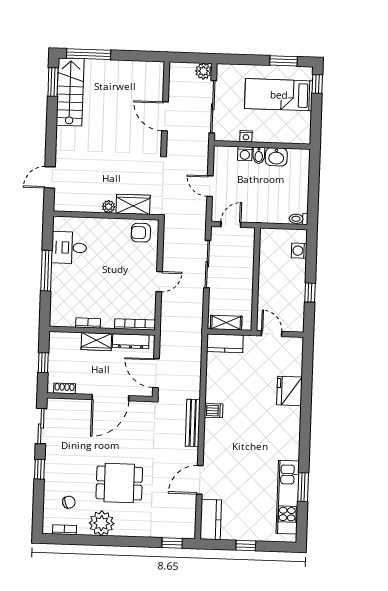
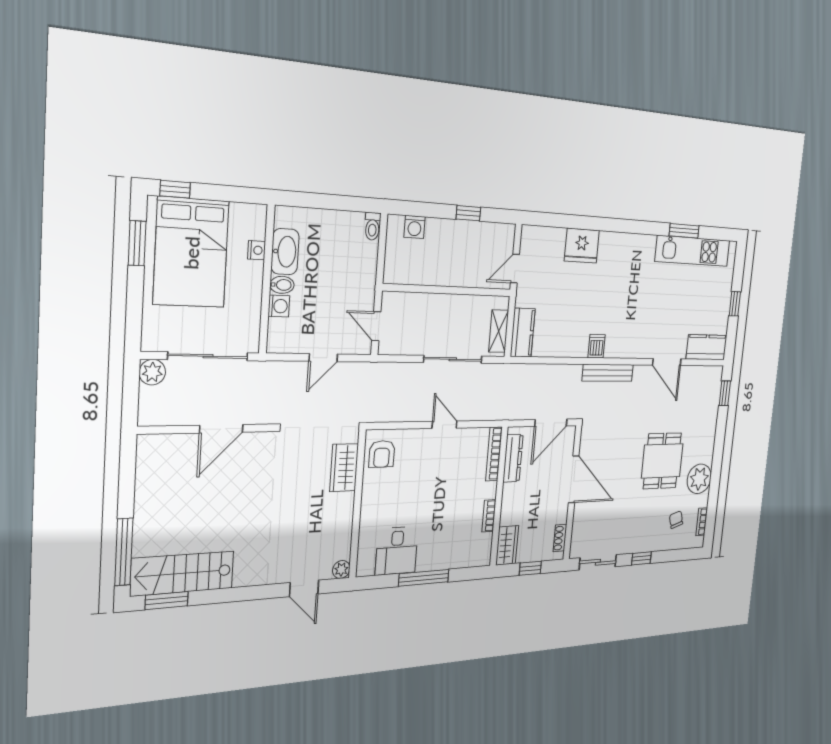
bed: (279, 95) -> (191, 253), width x1.50
nightstand: (246, 136) -> (257, 250), moved
washbasin: (276, 157) -> (285, 252), width x1.38
plant: (109, 207) -> (341, 569), moved
sliding door: (207, 264) -> (453, 359), moved
wardrobe: (96, 342) -> (507, 545), moved

